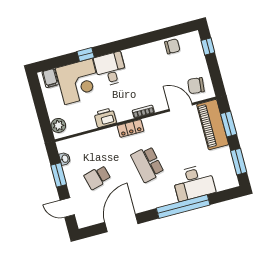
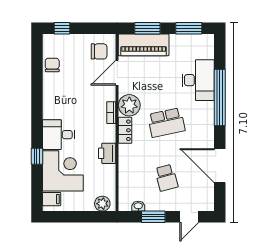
chair: (196, 86) -> (99, 51), turned -96
plant: (154, 126) -> (129, 105), added

